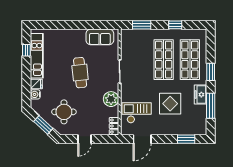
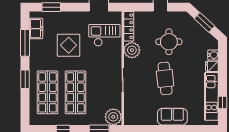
sofa: (100, 37) -> (172, 117), moved
plant: (128, 37) -> (113, 117), added
freezer: (200, 95) -> (36, 29), moved
round table: (64, 112) -> (169, 42), moved
checkout: (137, 113) -> (104, 35), turned 180
locker: (114, 126) -> (129, 26), width x1.53

